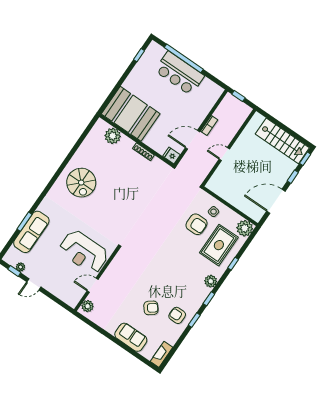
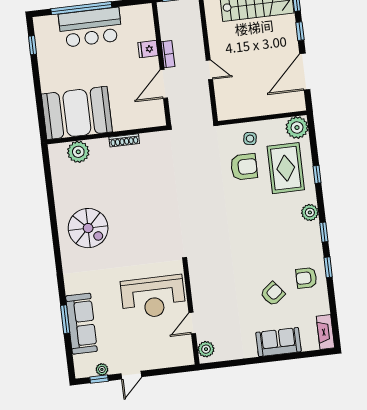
door: (224, 154) -> (209, 70), swing flipped
fridge: (171, 155) -> (148, 49), moved

